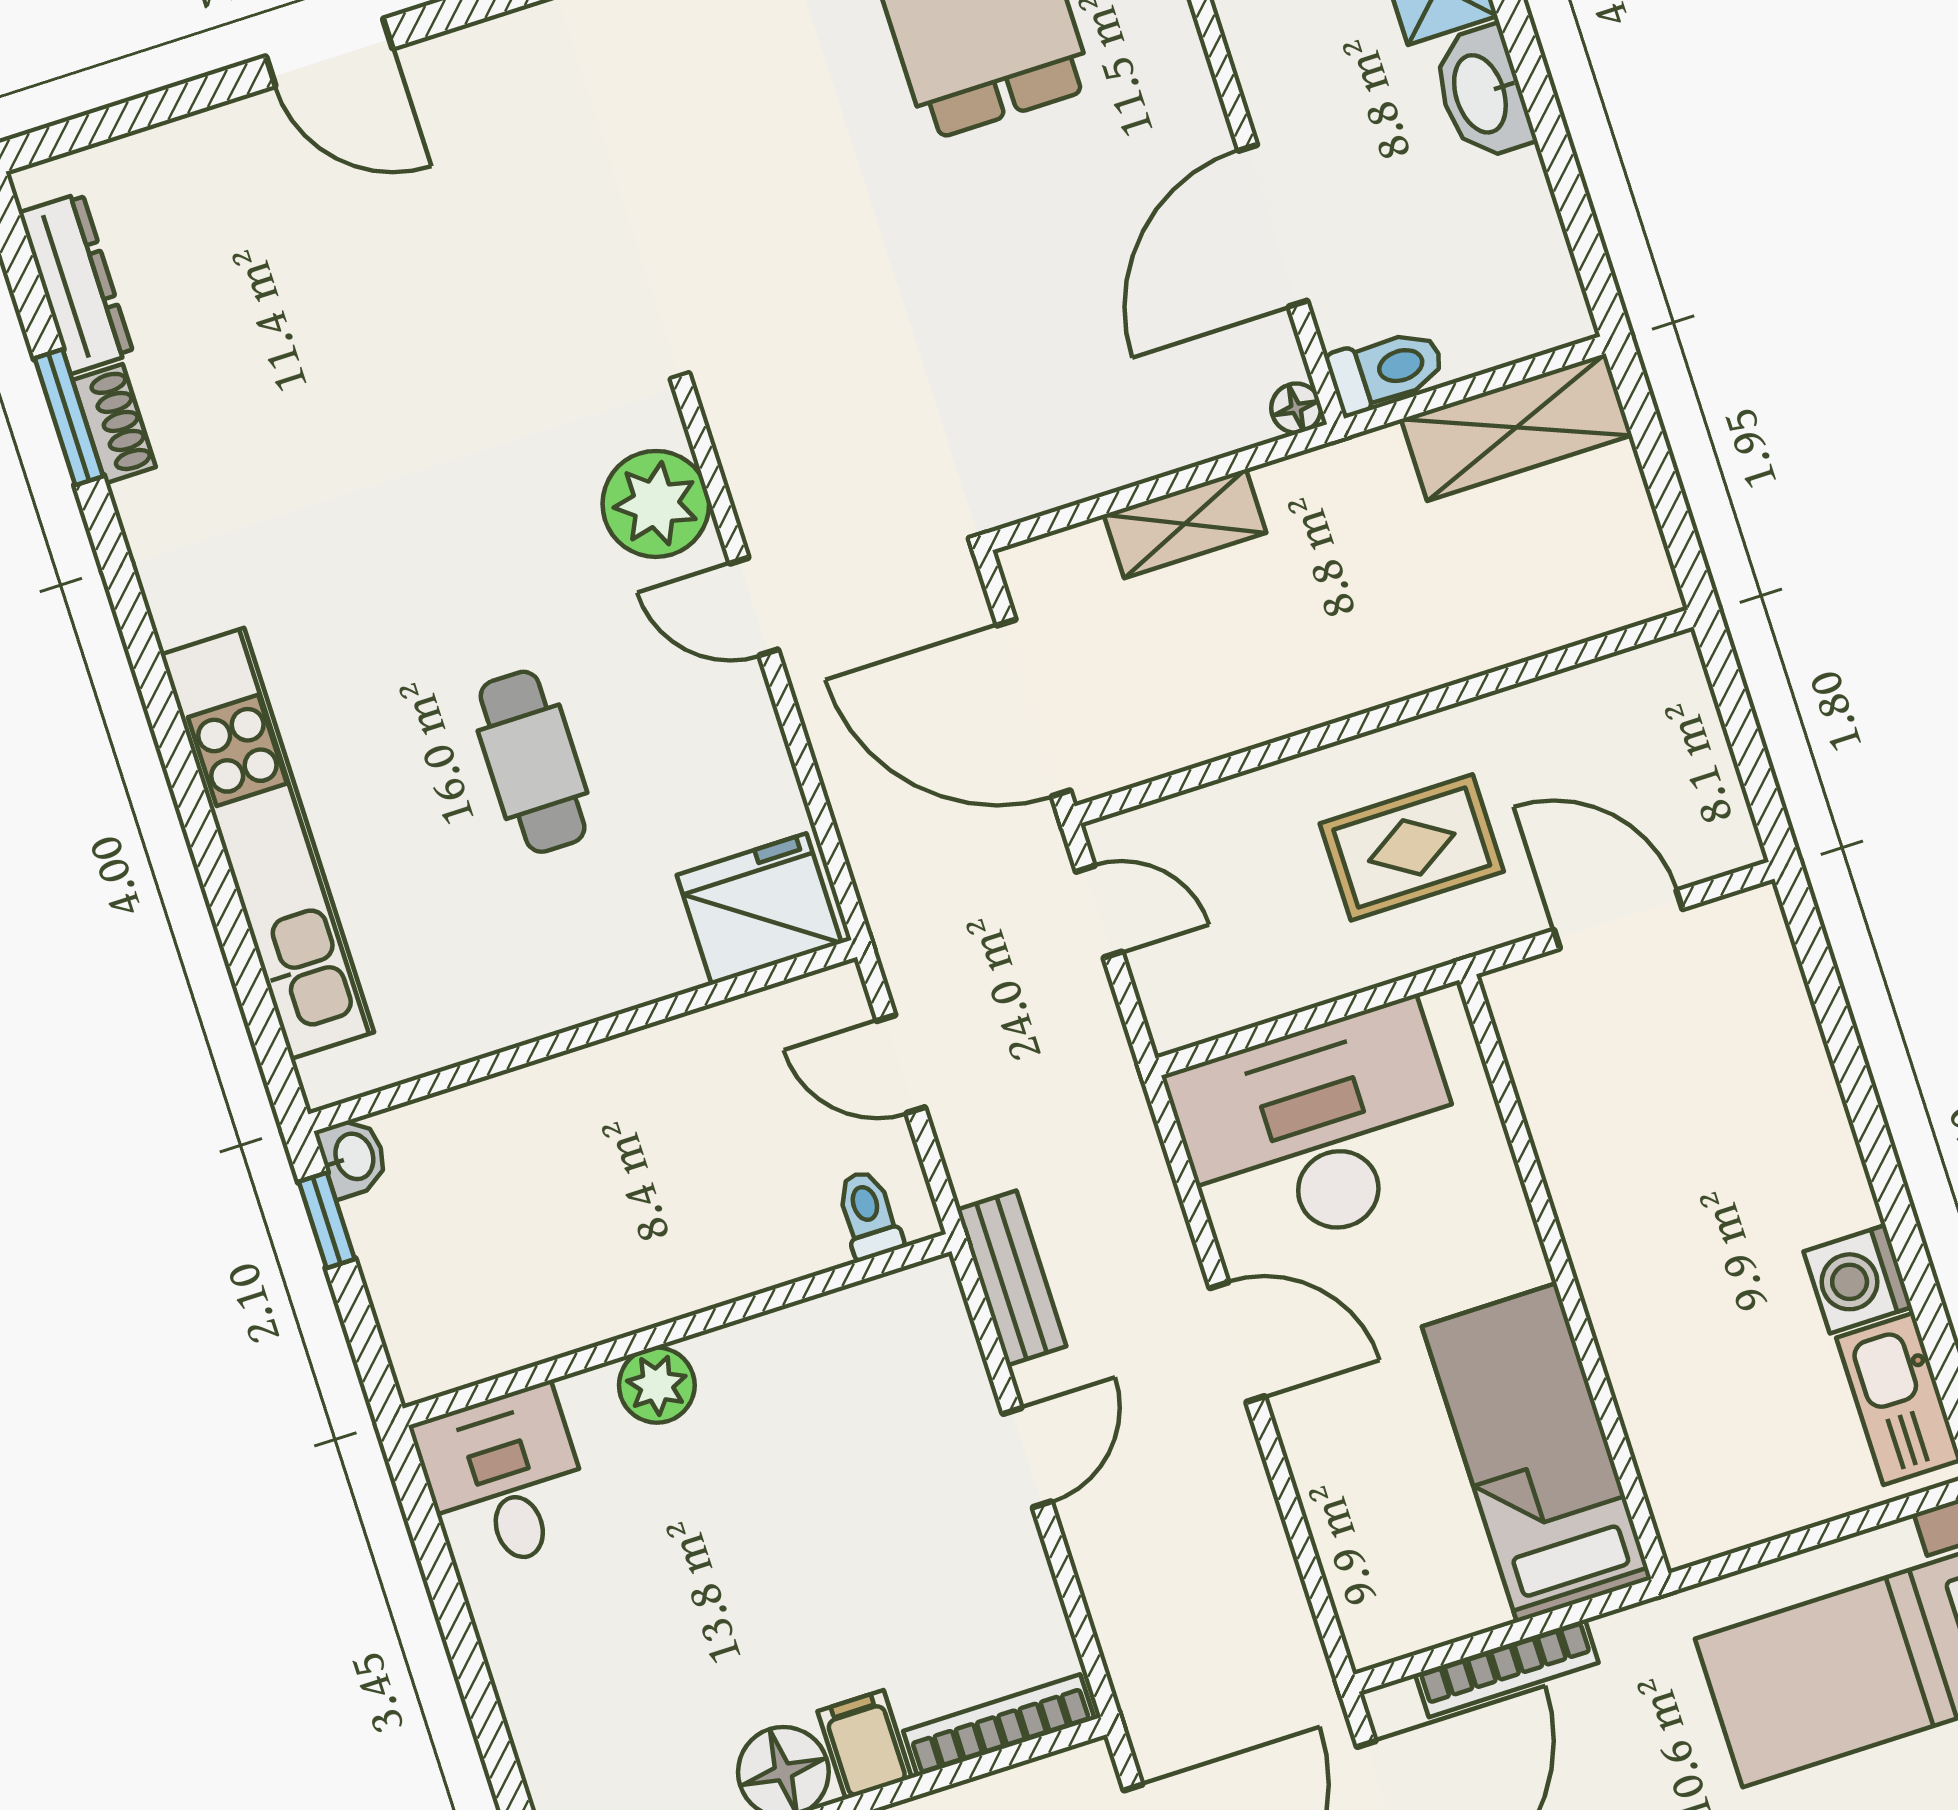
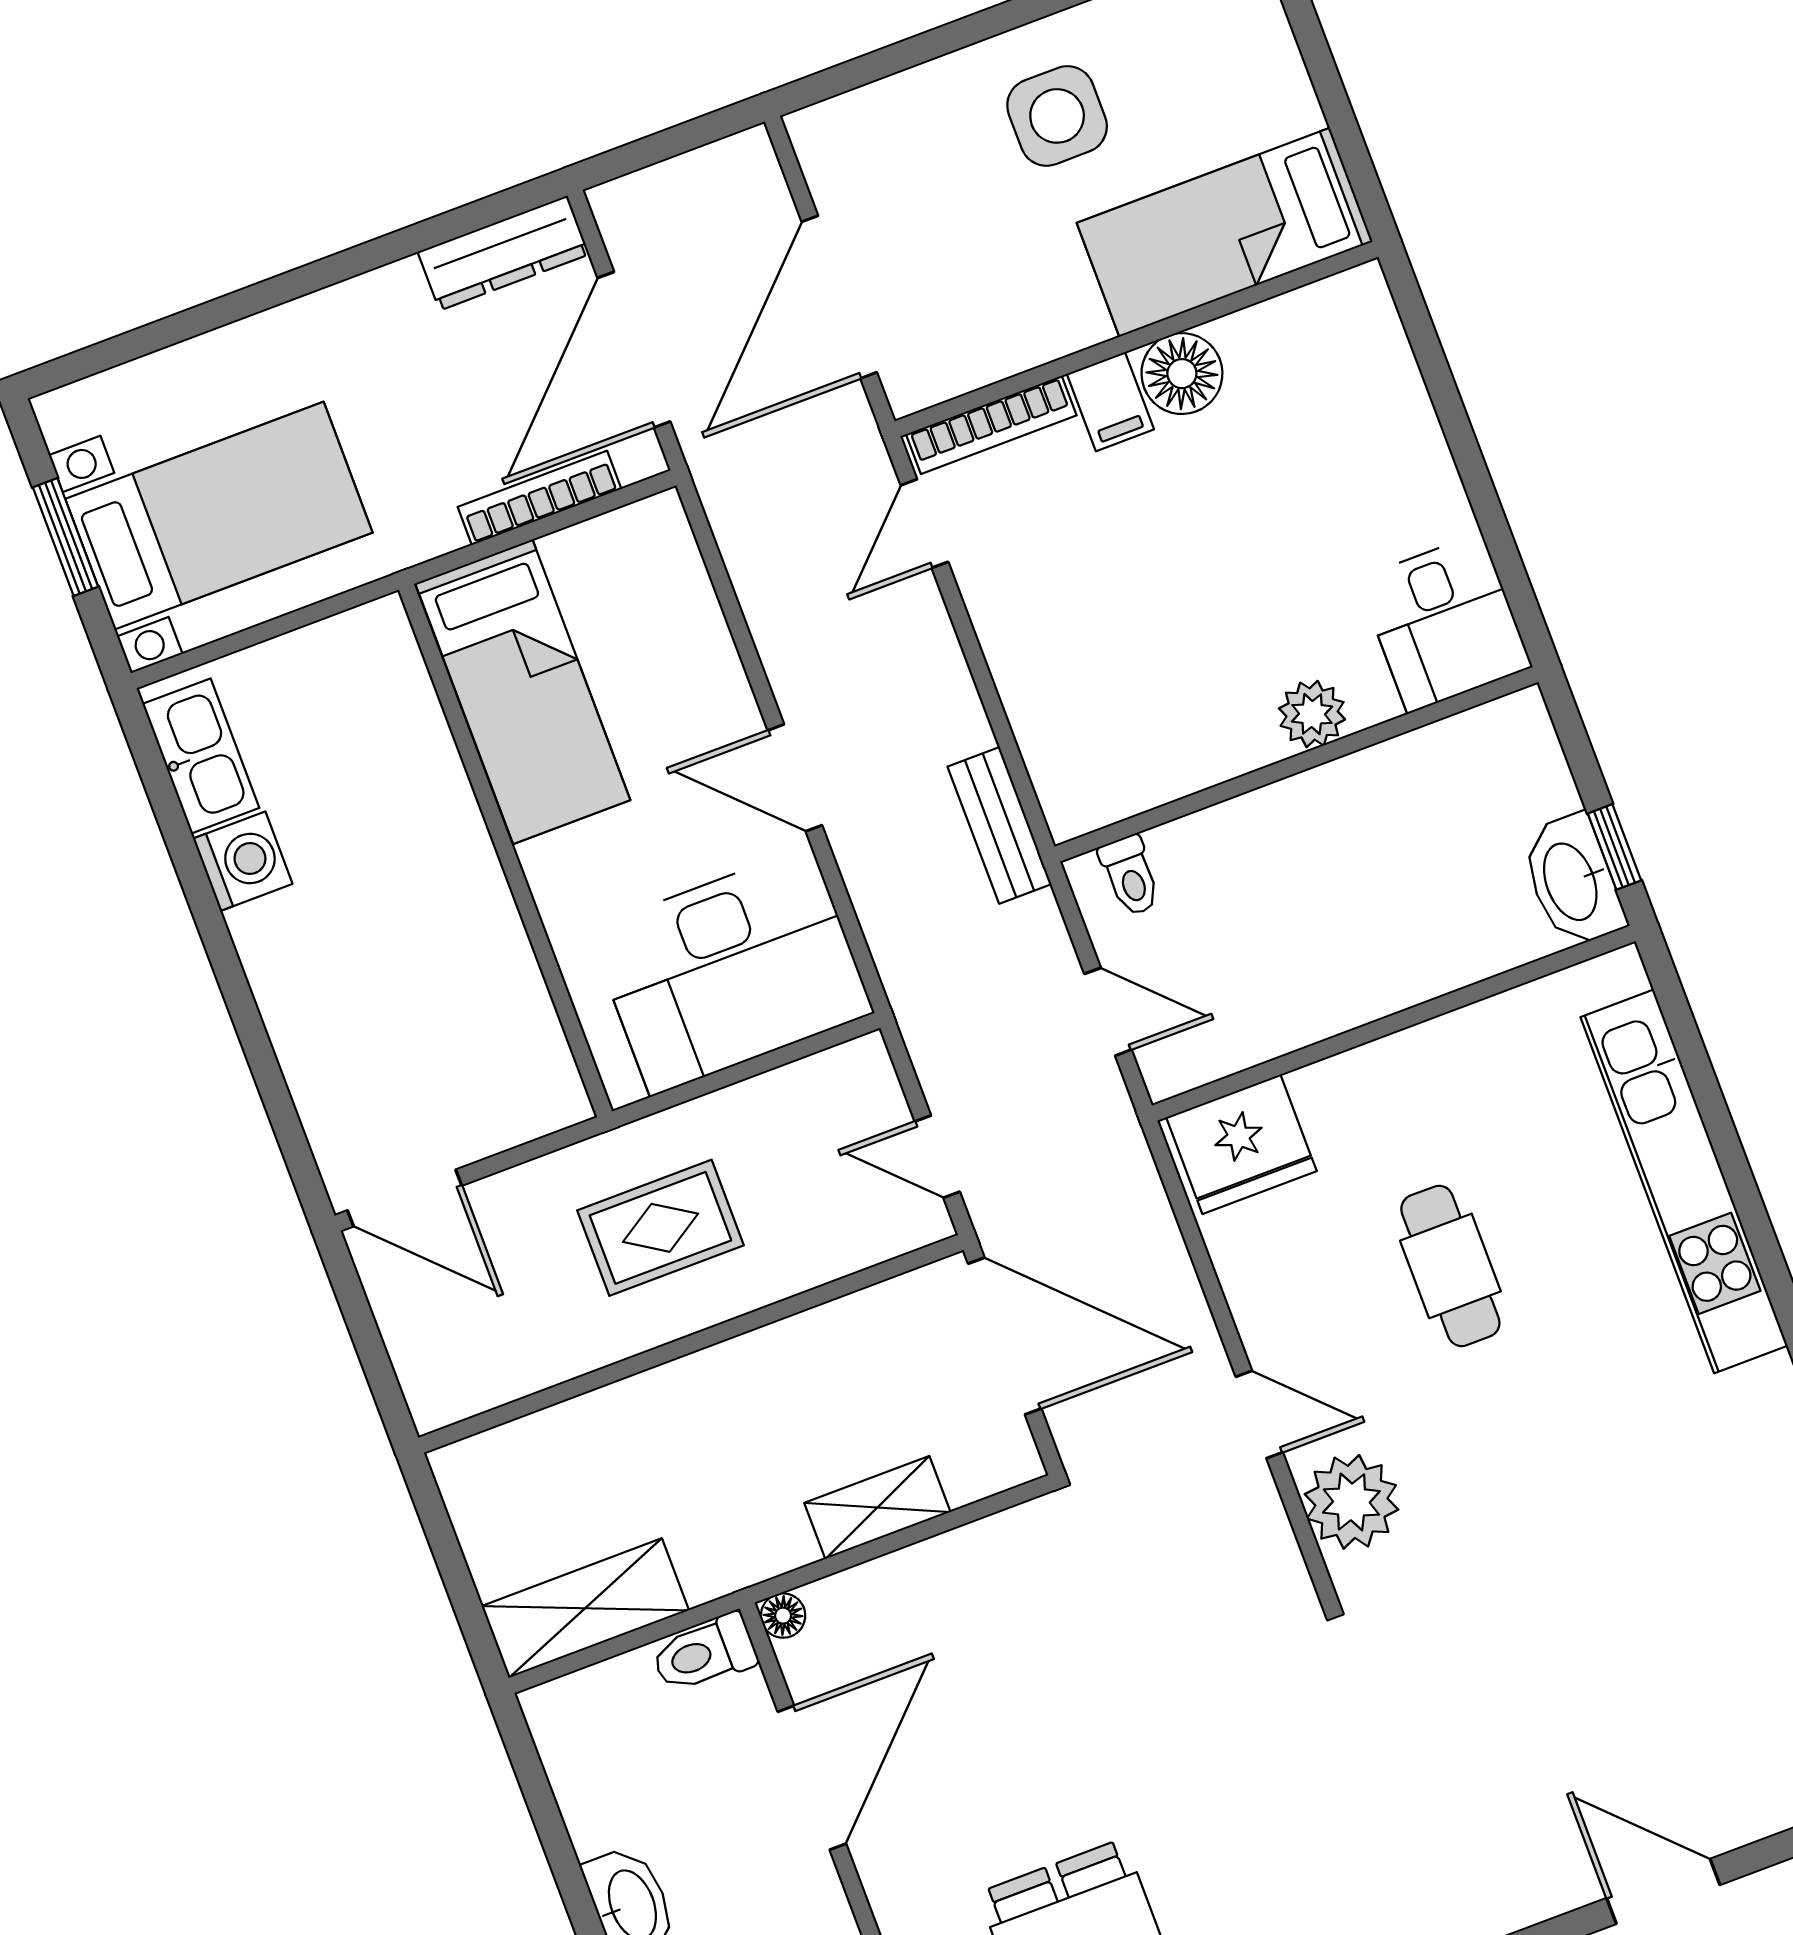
door: (1618, 919) -> (405, 1198), moved
washbasin: (353, 1157) -> (1572, 881), width x1.91, depth x1.45
door: (1027, 1458) -> (924, 524), moved

